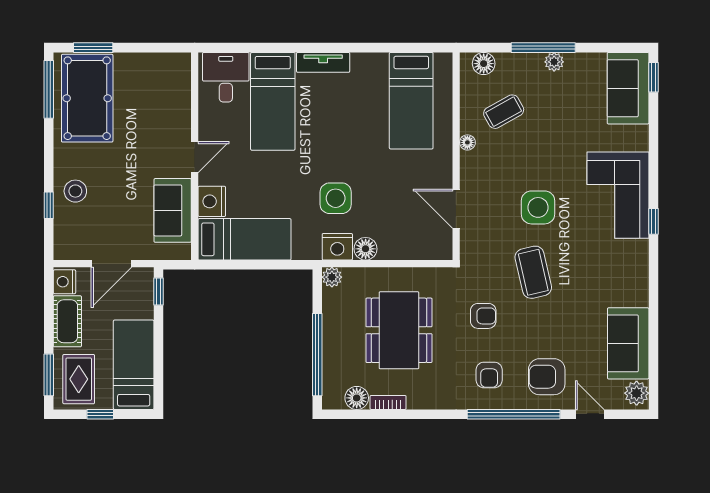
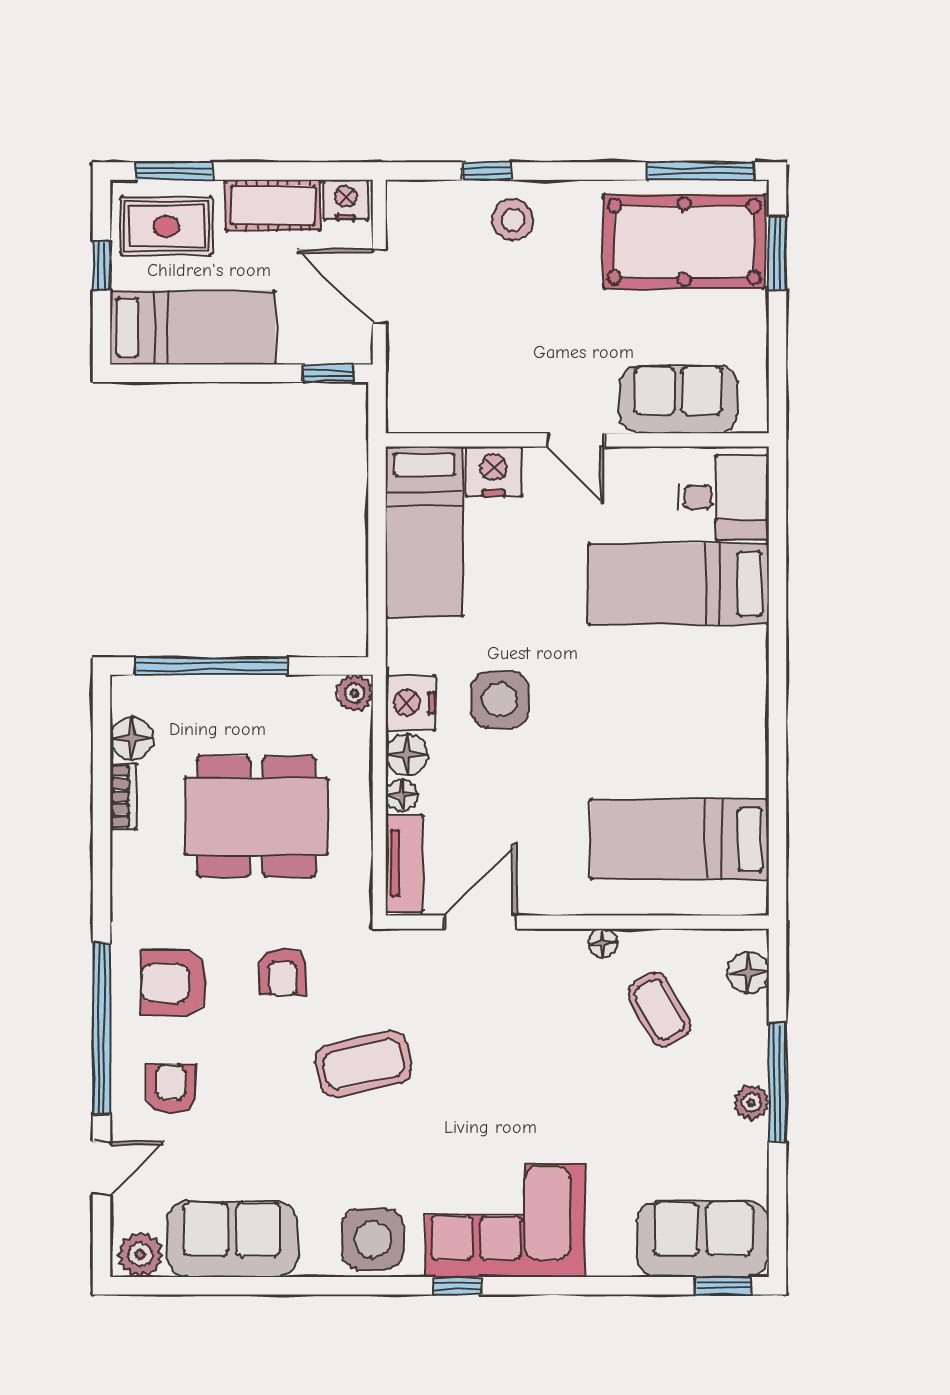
tv unit: (323, 62) -> (404, 863), moved, turned 180
side table: (538, 207) -> (372, 1239), moved
sofa: (173, 210) -> (678, 399), moved
floor lamp: (387, 251) -> (402, 795), added
armchair: (489, 375) -> (174, 983), width x1.38, depth x1.38
armchair: (547, 377) -> (171, 1089), width x0.72, depth x0.72

